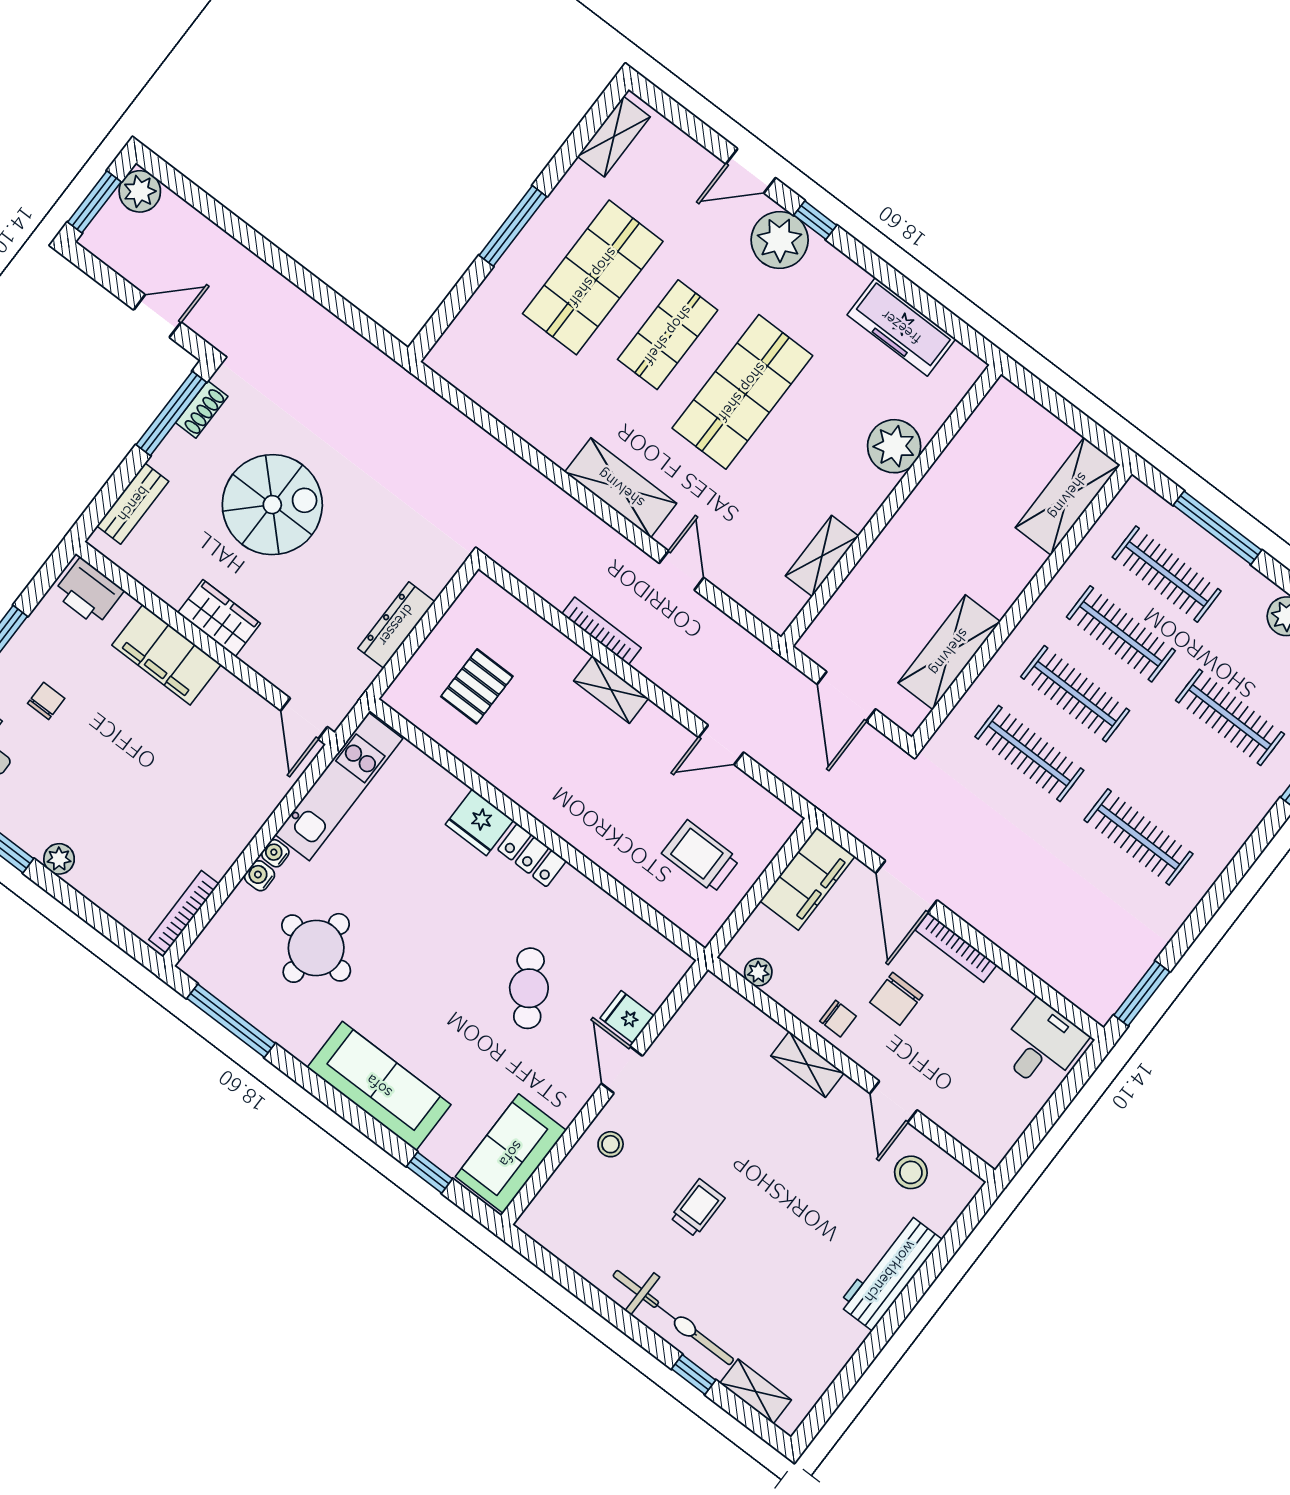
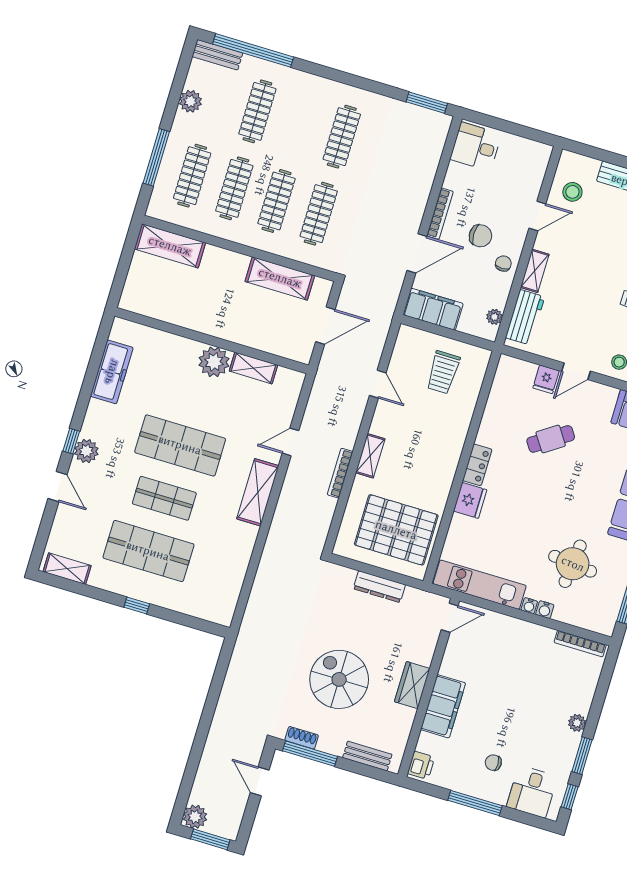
window: (513, 226) -> (137, 605), width x0.46
plant: (780, 240) -> (86, 451), width x0.73, depth x0.73
plant: (894, 446) -> (214, 362), moved
printer: (89, 592) -> (421, 765), width x0.73, depth x0.81
pallet: (477, 686) -> (396, 530), width x2.05, depth x2.00
workbench: (739, 1021) -> (525, 317), added

